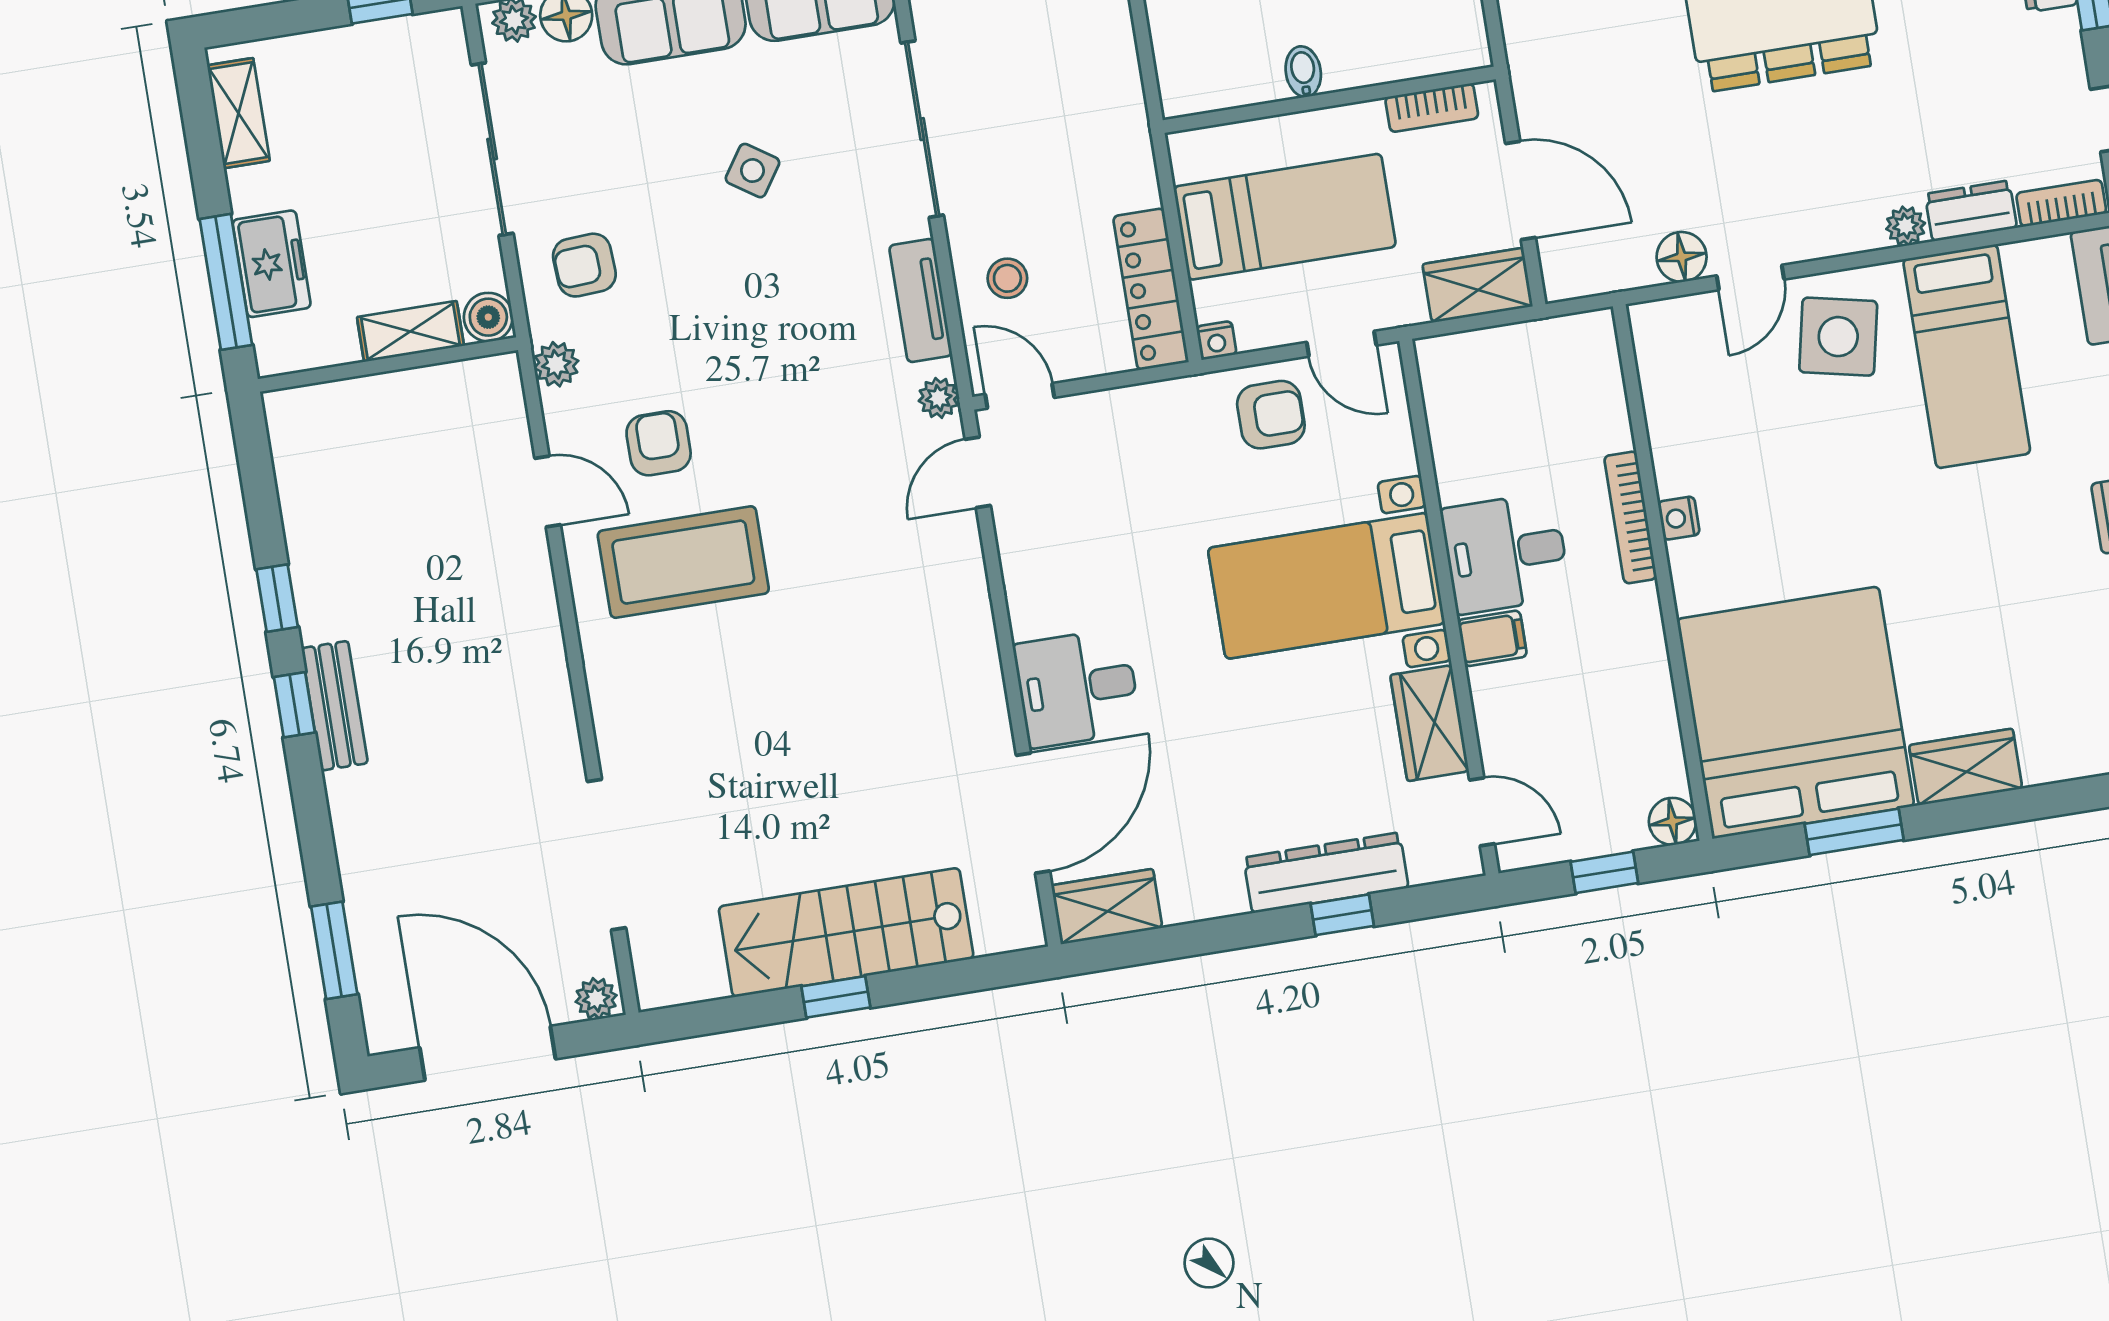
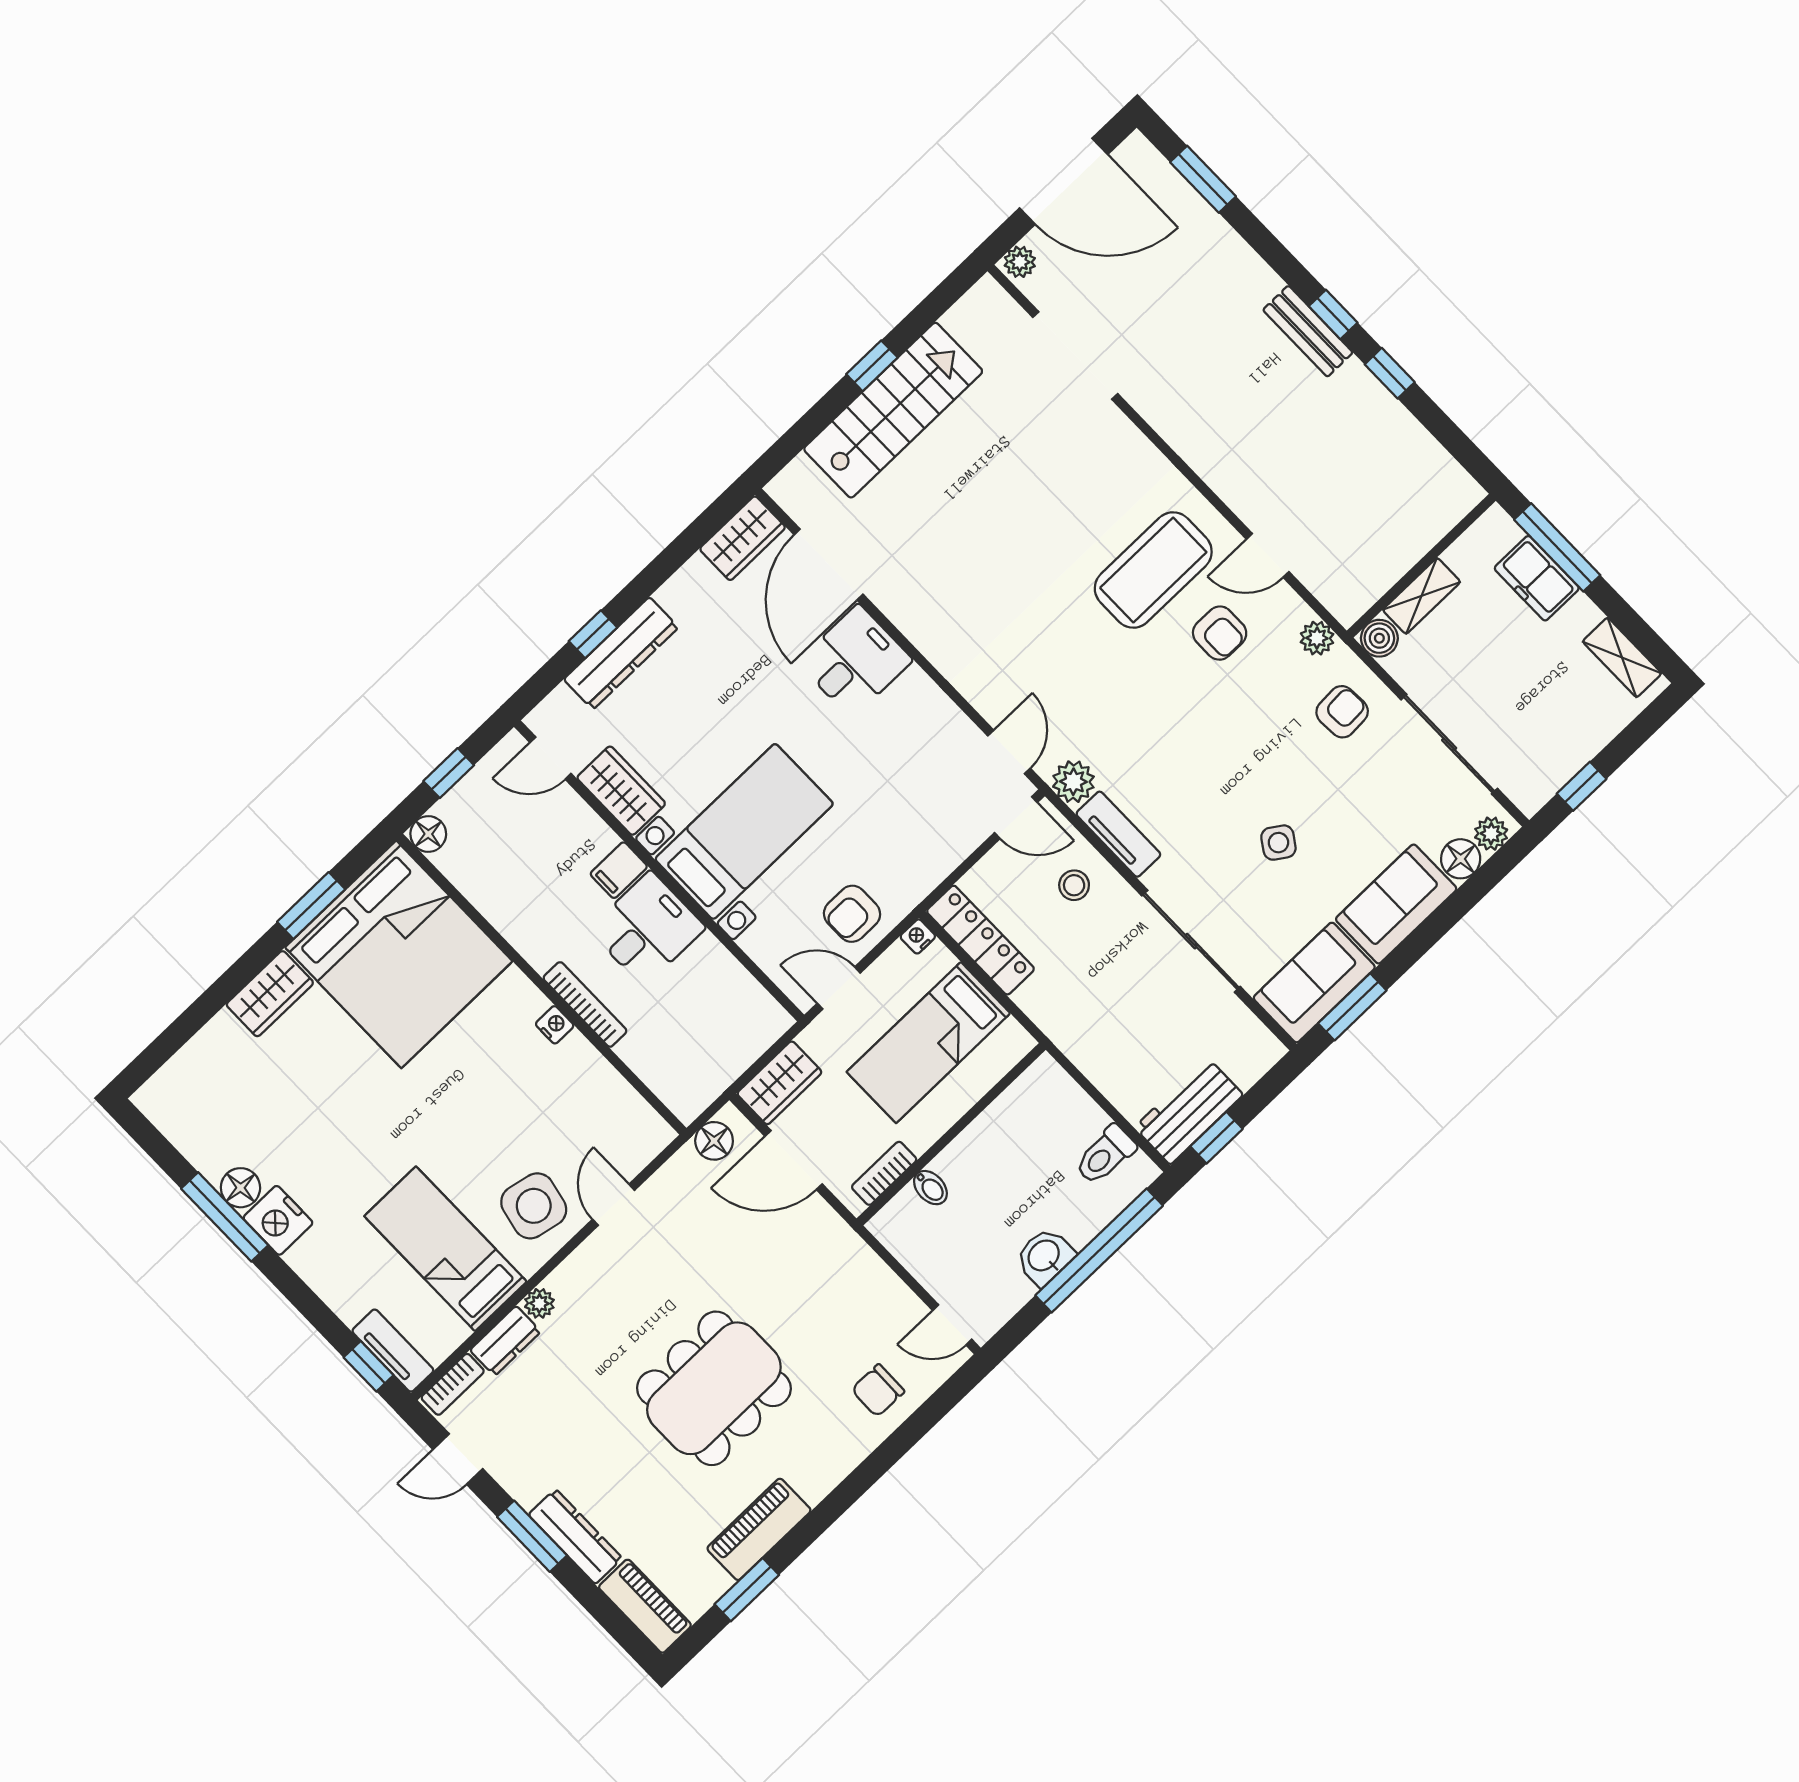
bidet: (1303, 72) -> (930, 1188), moved
floor lamp: (1682, 257) -> (714, 1141), moved
plant: (939, 398) -> (1073, 782), width x1.38, depth x1.38

